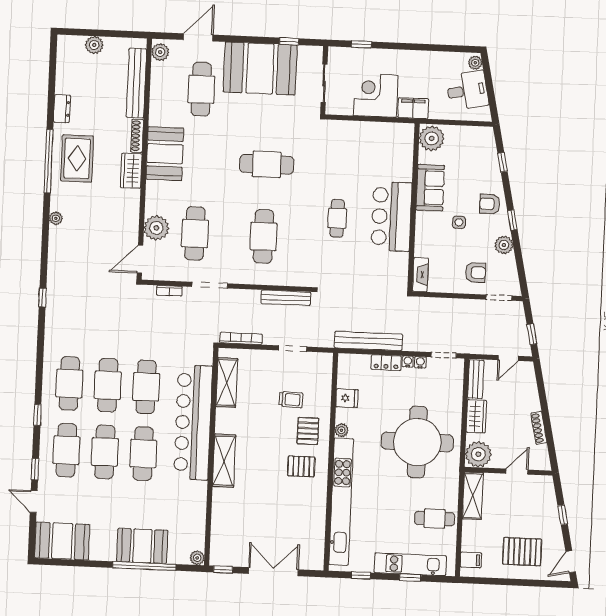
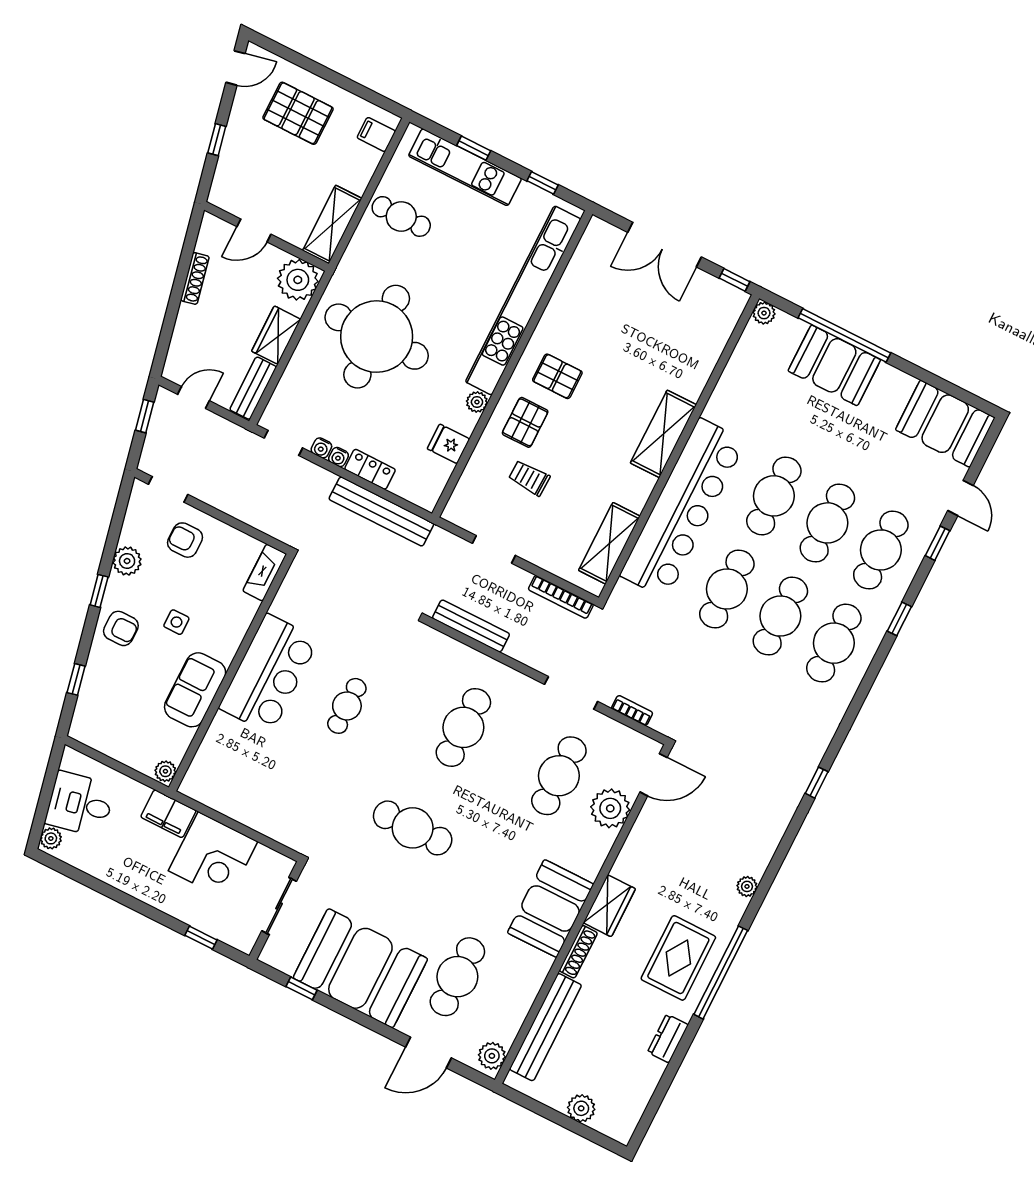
plant: (432, 138) -> (165, 771), width x0.53, depth x0.53

